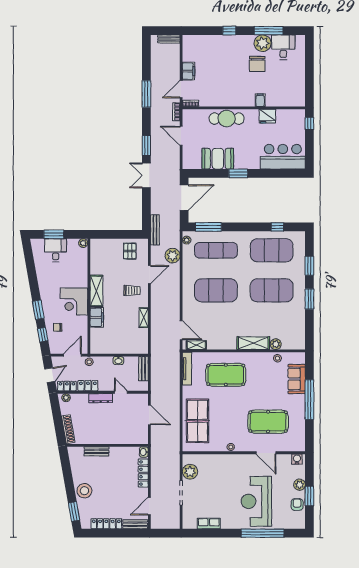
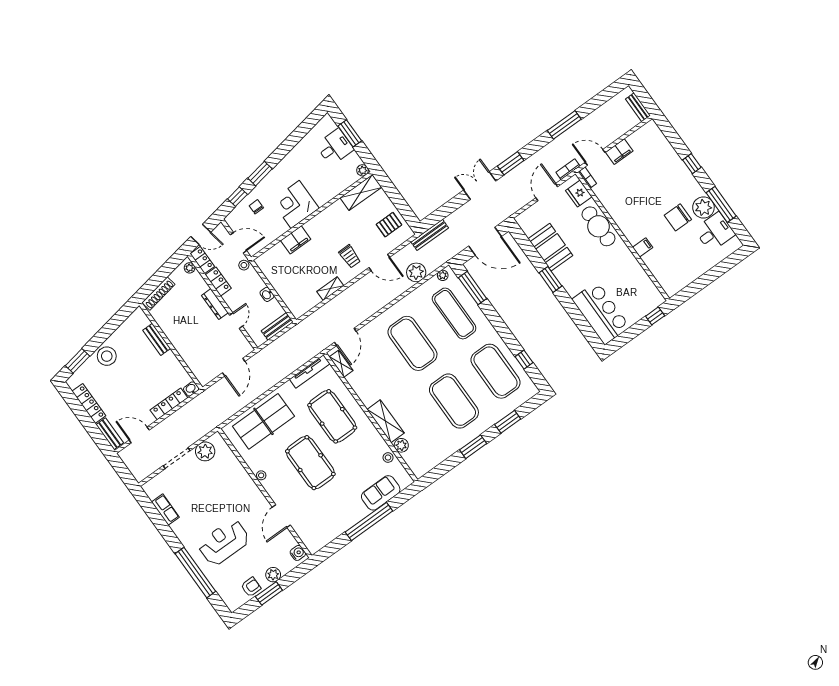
fridge: (267, 116) -> (579, 194), moved
shelving: (96, 291) -> (361, 192), moved
pool table: (268, 422) -> (310, 463), moved
reception desk: (256, 501) -> (224, 542), width x0.74, depth x0.77

